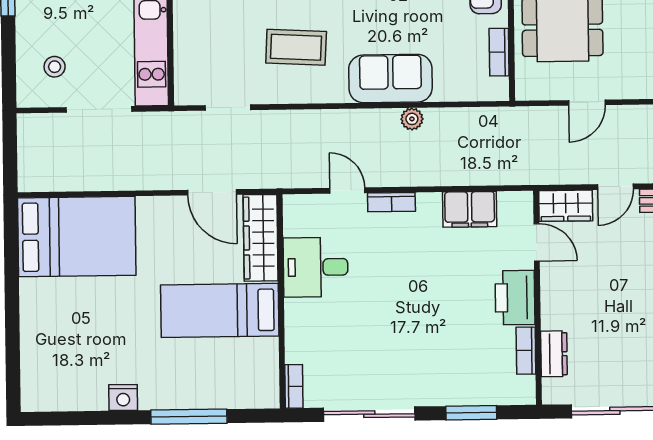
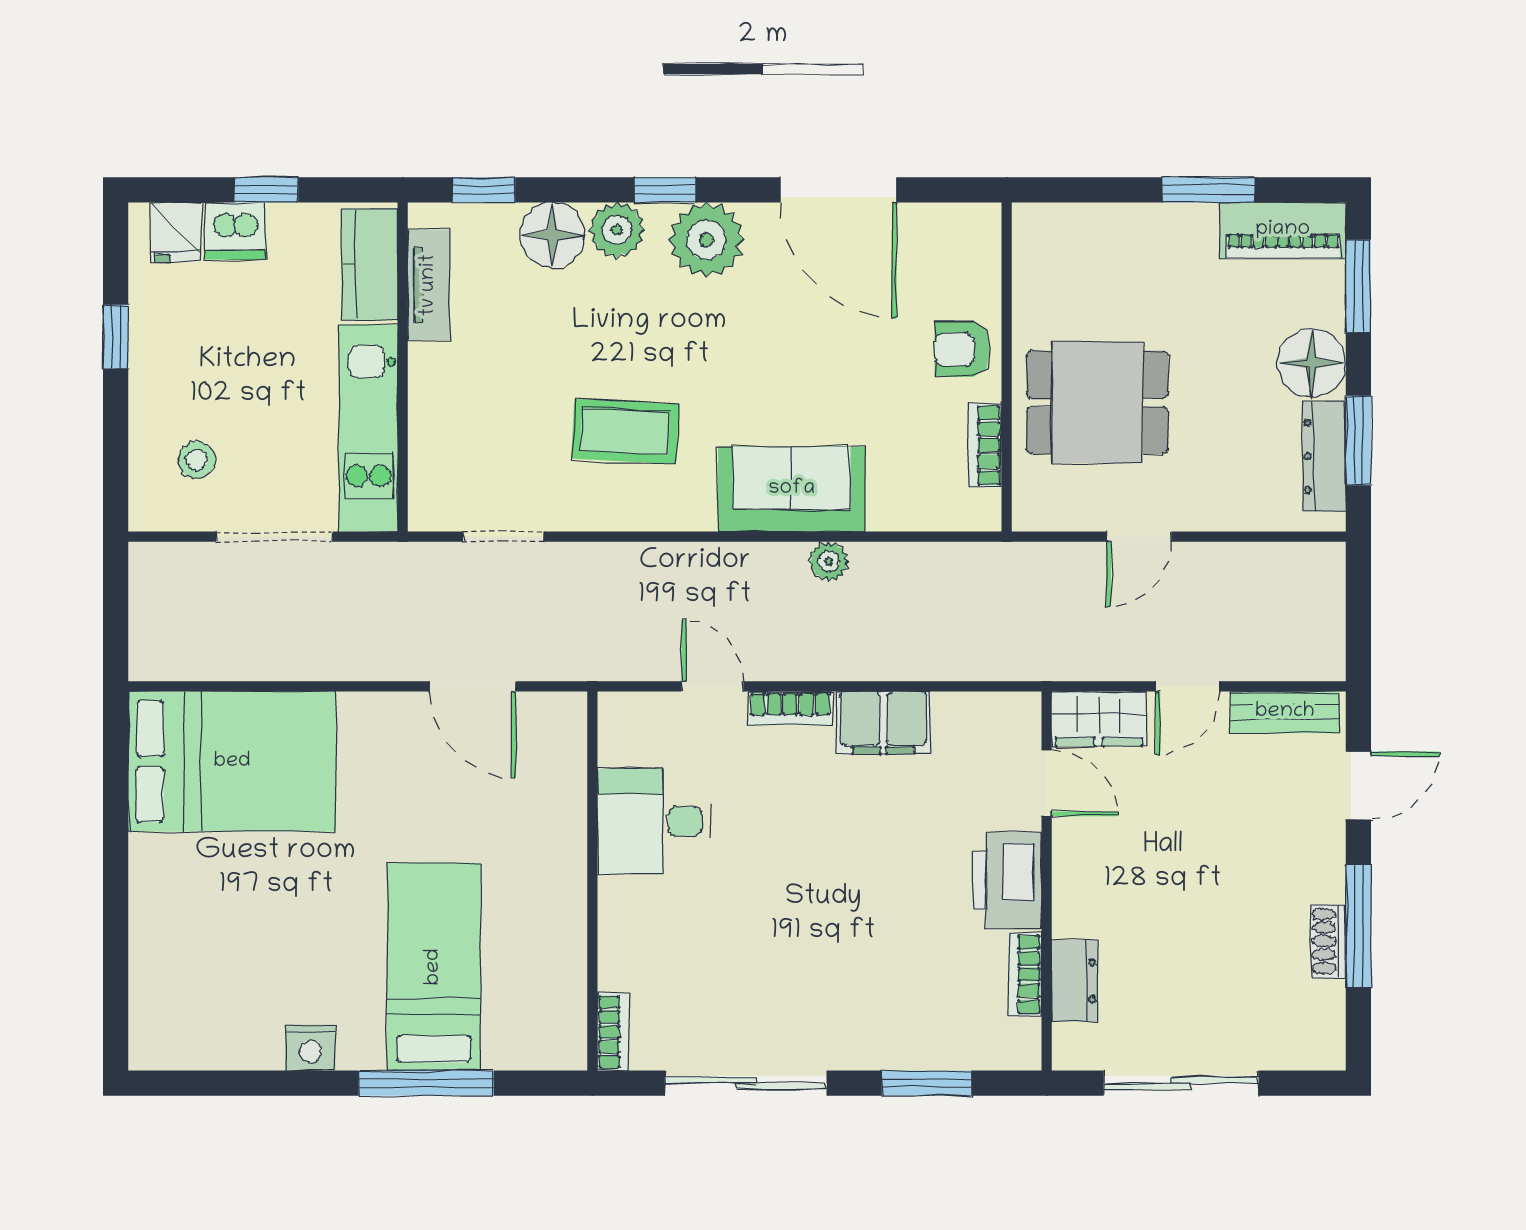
filing cabinet: (470, 209) -> (883, 723), moved
wardrobe: (261, 238) -> (558, 768), removed
bed: (220, 310) -> (434, 967), moved, turned 90

